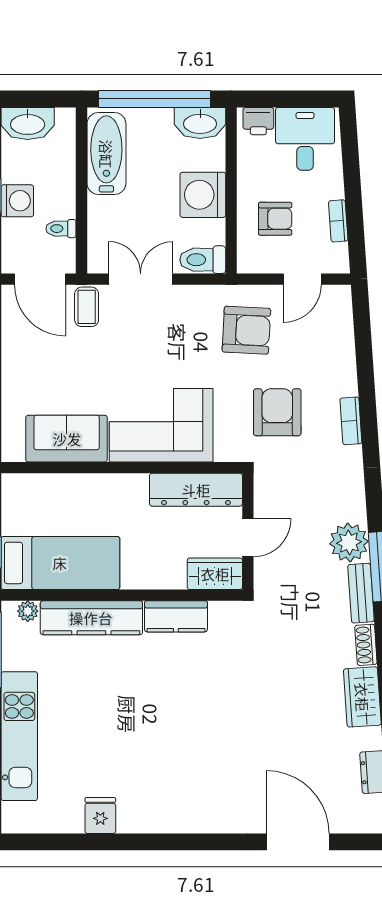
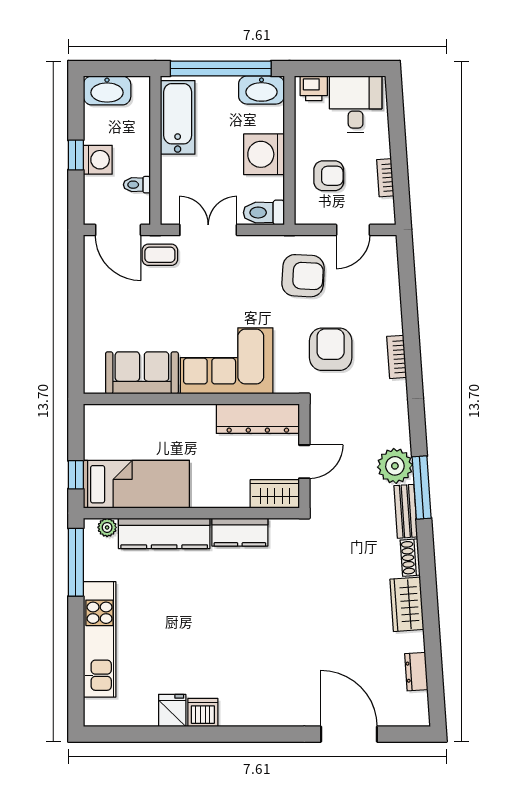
coffee table: (87, 307) -> (160, 255), turned 90
dishwasher: (135, 818) -> (203, 713), added

